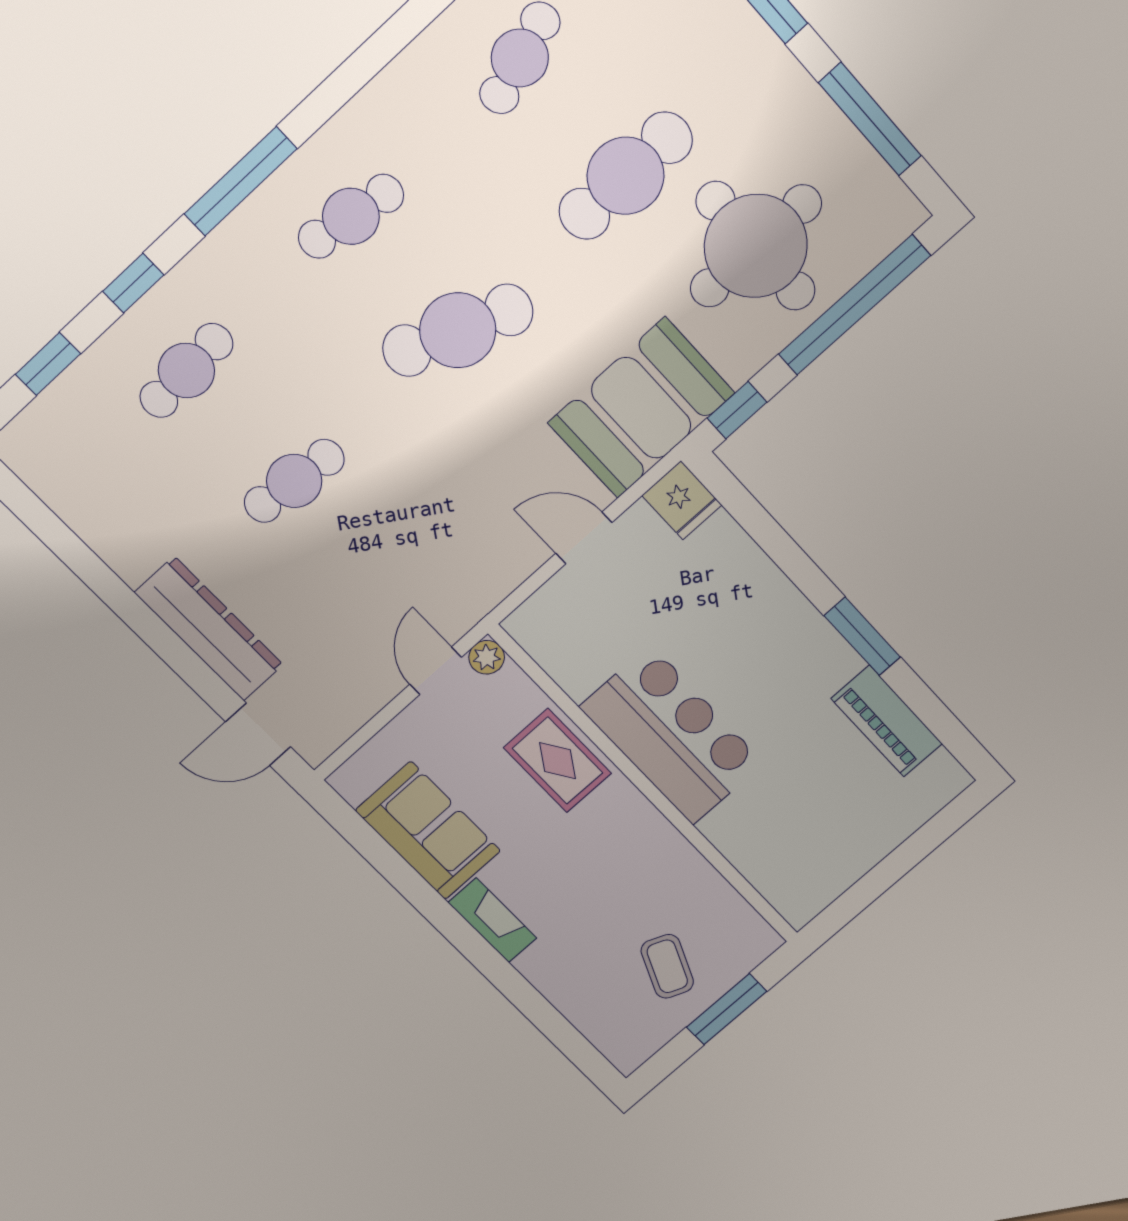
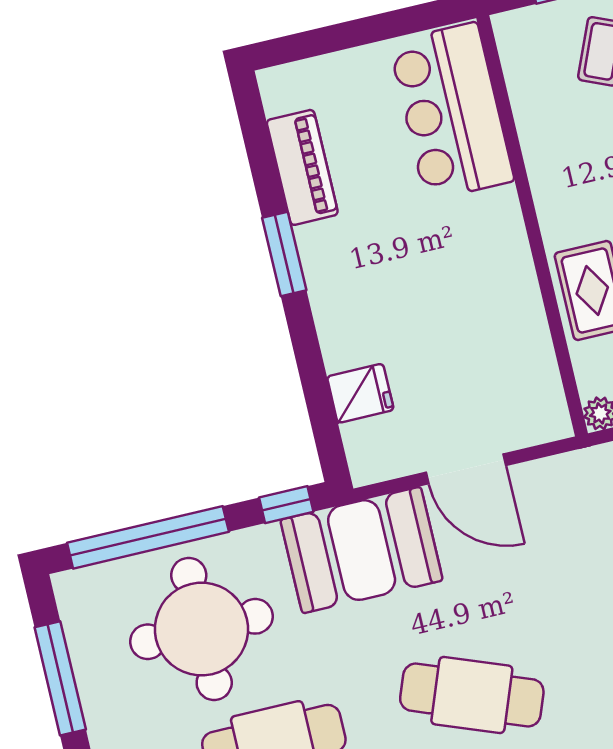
fridge: (682, 500) -> (360, 393), moved, turned 90
door: (584, 538) -> (466, 469), width x1.38
bar counter: (672, 735) -> (451, 112), moved

